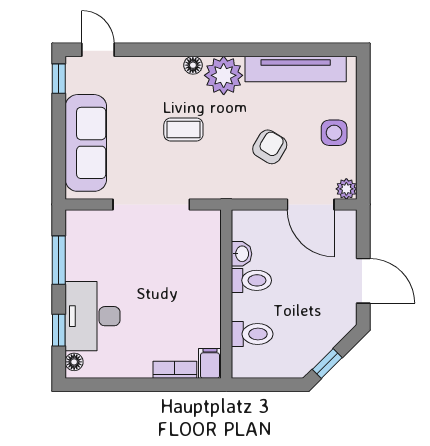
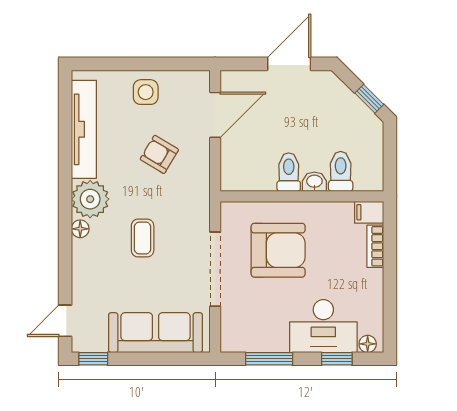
plant: (346, 189) -> (200, 80), removed
washbasin: (242, 254) -> (314, 182), moved
armchair: (171, 270) -> (278, 250), added

